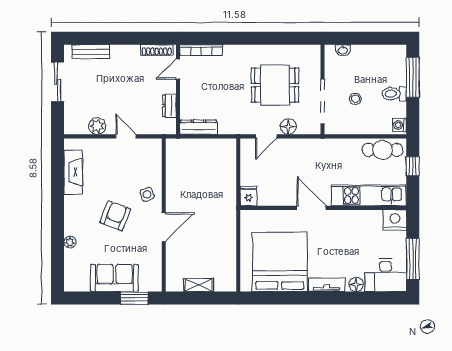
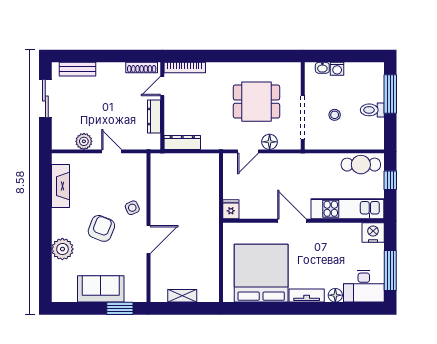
dresser: (169, 106) -> (154, 117), width x1.44
washing machine: (400, 125) -> (337, 69), moved, turned -90
plant: (70, 242) -> (62, 249), width x1.88, depth x1.88

